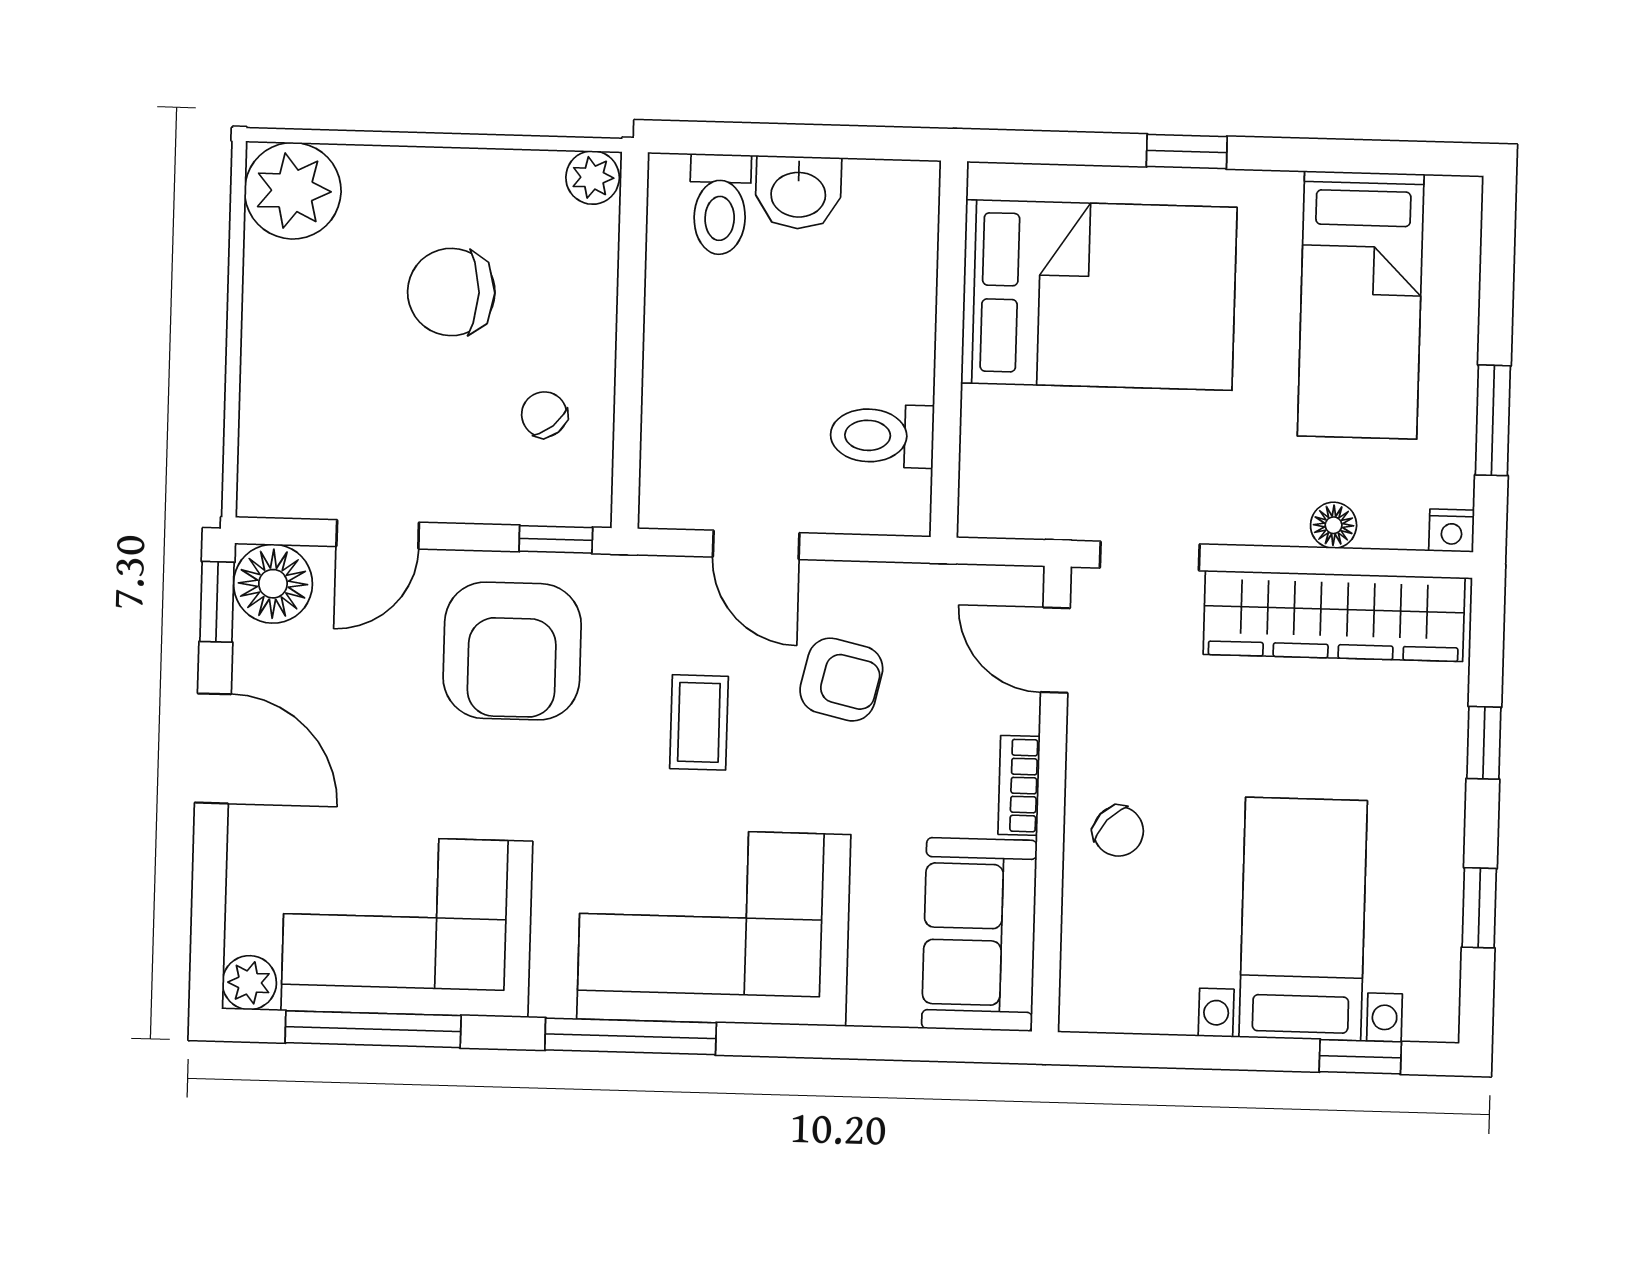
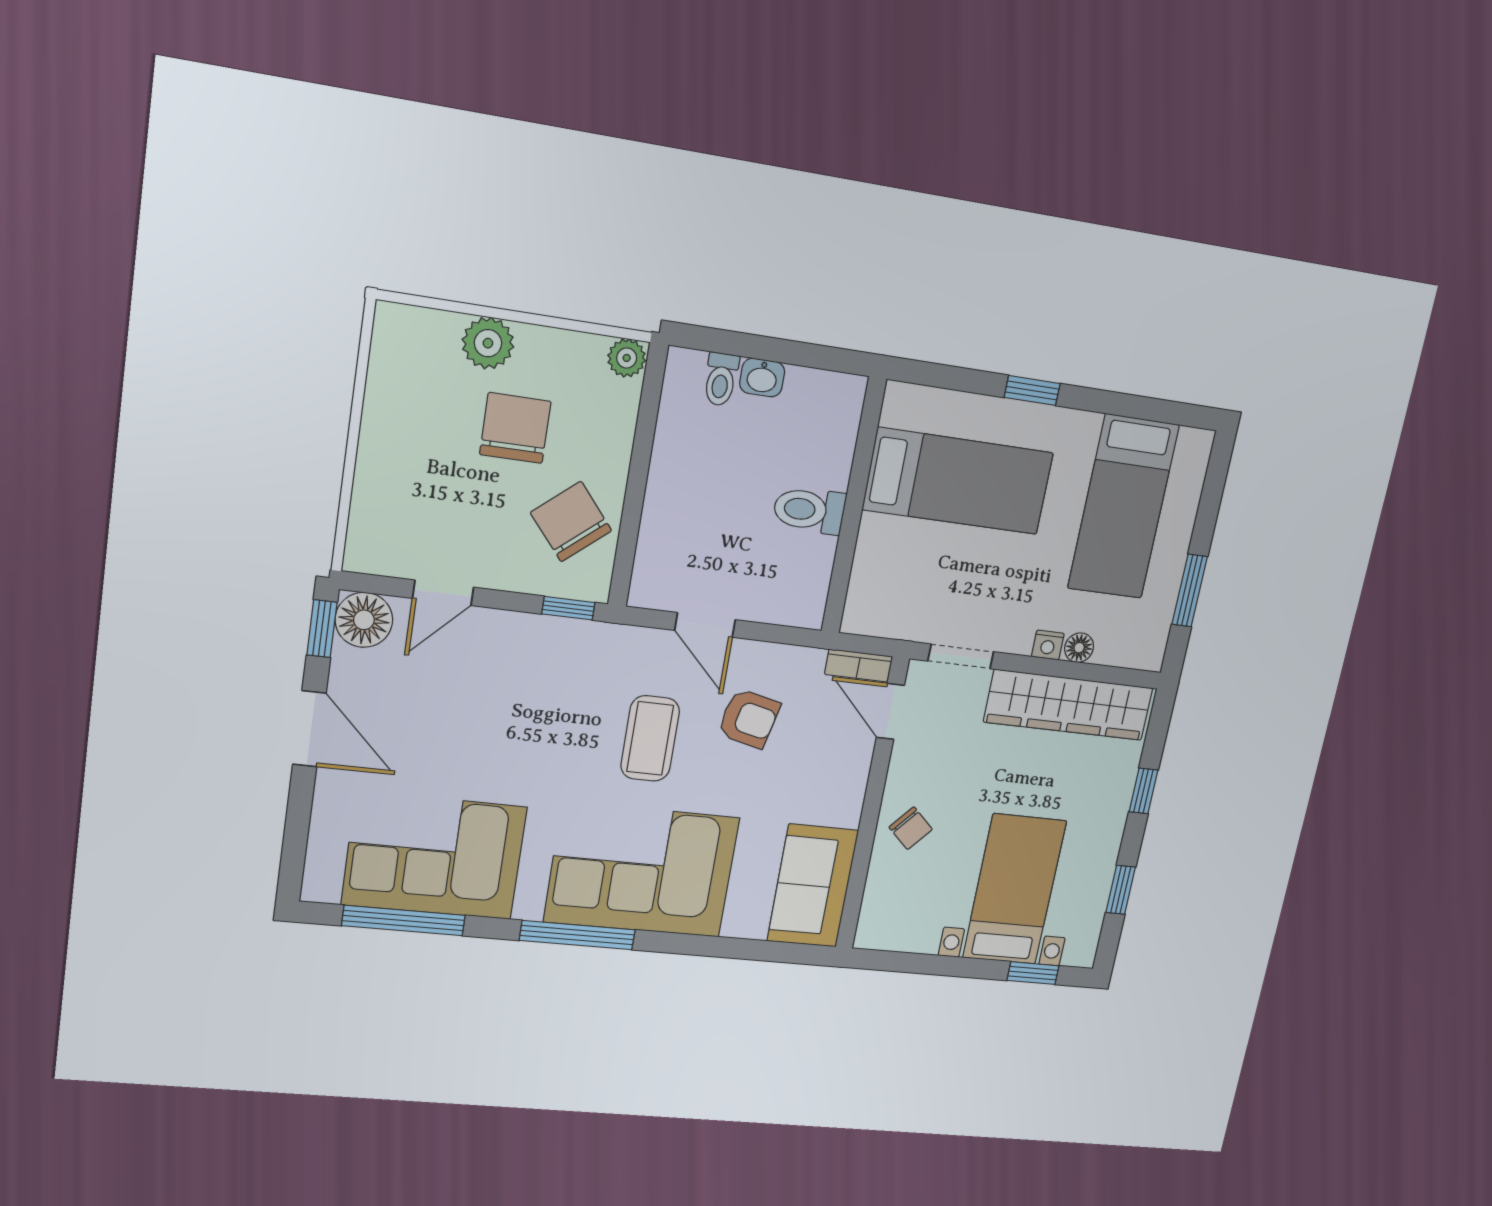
plant: (293, 191) -> (488, 343), moved, width x0.73, depth x0.73
washbasin: (798, 193) -> (762, 378), width x0.72, depth x0.69
toilet: (720, 204) -> (721, 379), width x0.73, depth x0.72
chair: (451, 292) -> (515, 428), turned 90
bed: (1099, 295) -> (958, 481), width x0.67
chair: (544, 415) -> (571, 522), width x1.87, depth x1.87
toilet: (882, 436) -> (809, 510), moved
nightstand: (1452, 531) -> (1048, 645), moved
armchair: (512, 651) -> (529, 681), removed
coffee table: (699, 722) -> (650, 739), width x1.36, depth x1.30
bookcase: (1019, 785) -> (859, 665), moved, turned -90
plant: (249, 983) -> (320, 886), removed

